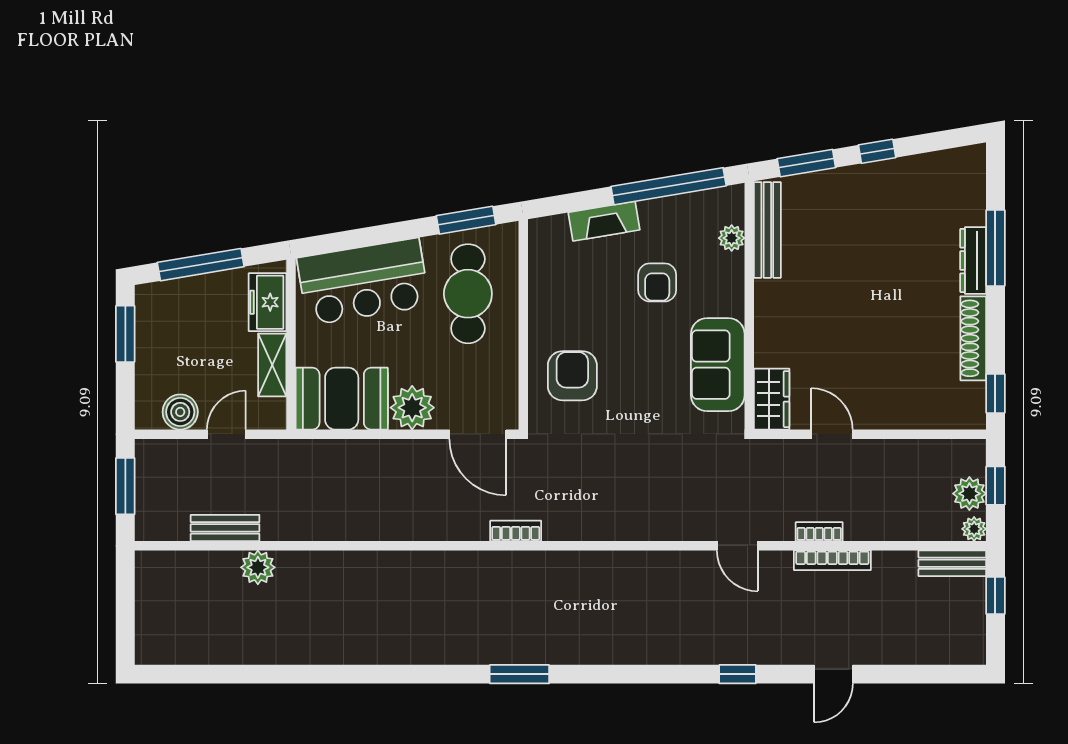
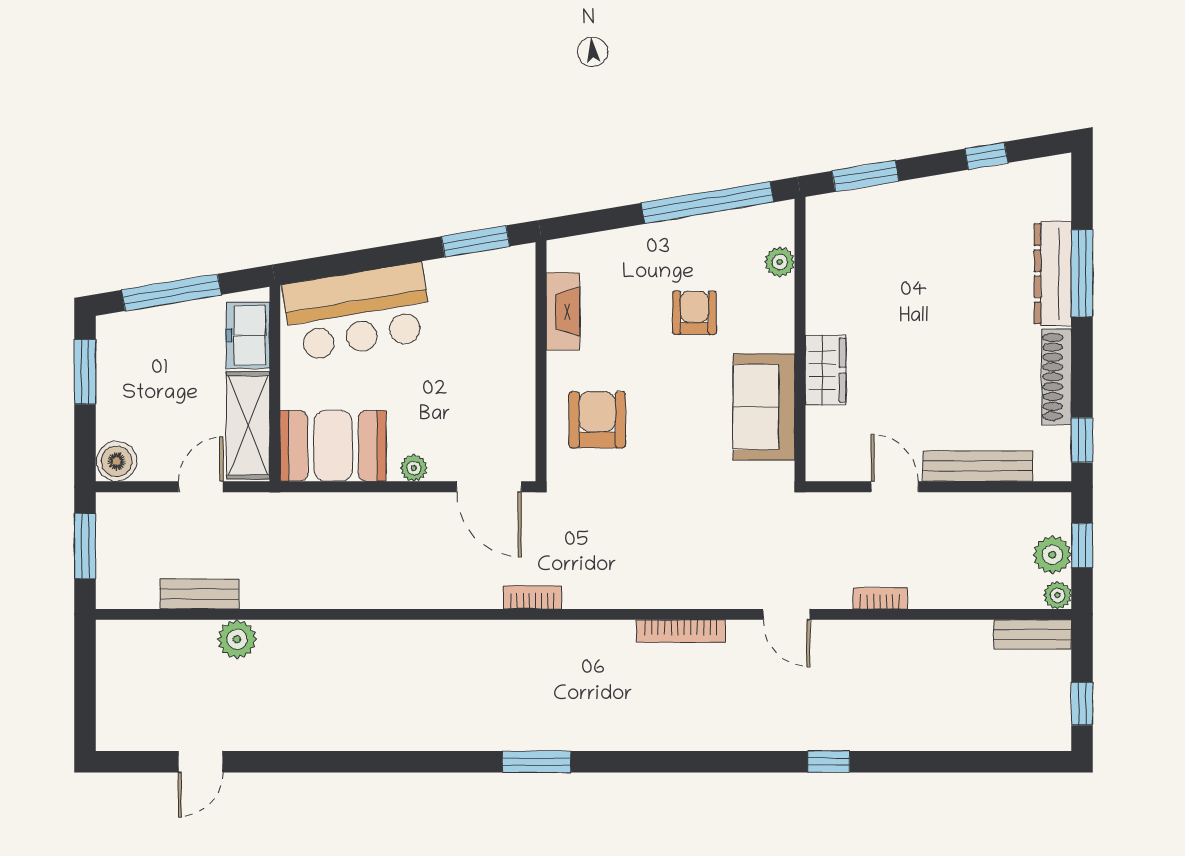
window: (877, 151) -> (986, 156), moved
fireplace: (604, 221) -> (563, 311), moved, turned -80
bench: (767, 230) -> (978, 466), moved, turned 90
dresser: (973, 260) -> (1053, 274), width x1.37, depth x1.24
armchair: (657, 282) -> (694, 313), turned 180
cafe table: (468, 294) -> (478, 326), removed
shelving: (272, 365) -> (248, 425), width x1.50, depth x1.33
wardrobe: (772, 399) -> (826, 370), moved
plant: (412, 408) -> (414, 468), width x0.53, depth x0.53
boiler: (180, 412) -> (117, 461), moved
bookcase: (832, 560) -> (681, 631), moved
window: (995, 596) -> (1082, 704), moved
window: (738, 674) -> (829, 762), moved
door: (833, 674) -> (201, 762), moved

